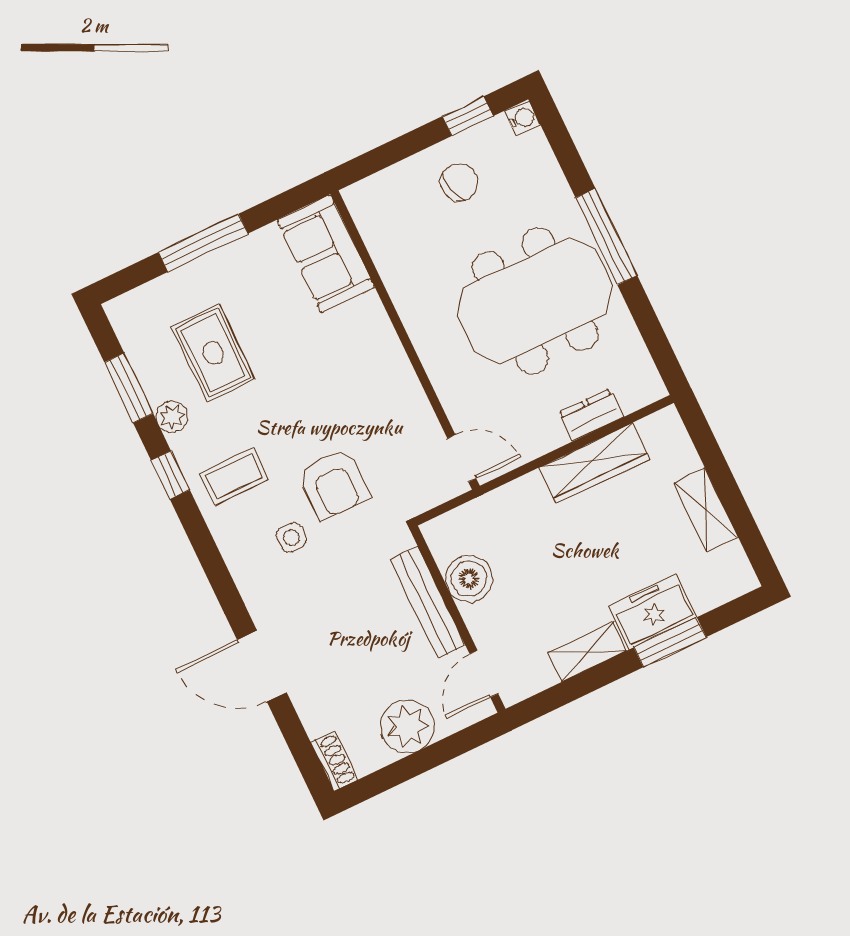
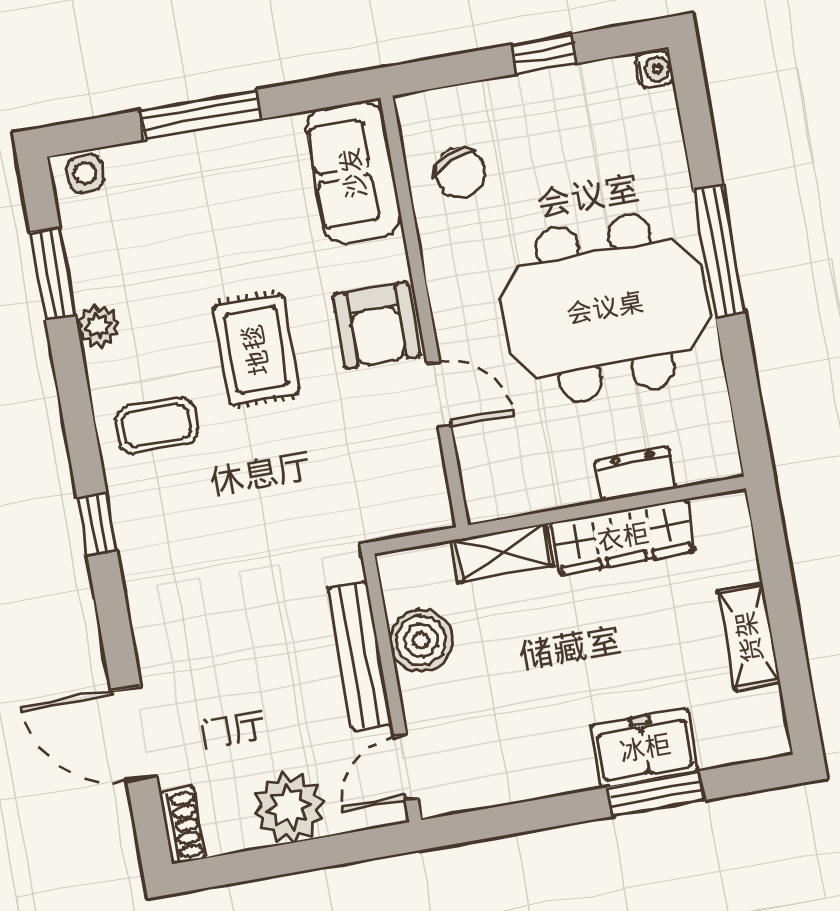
window: (468, 116) -> (544, 54), moved
chair: (459, 182) -> (460, 173), moved, turned 80
rug: (213, 353) -> (256, 350), moved
door: (462, 458) -> (439, 395), moved
window: (170, 475) -> (97, 525), moved
armchair: (333, 484) -> (376, 326), moved
side table: (291, 537) -> (85, 173), moved
shelving: (587, 652) -> (503, 553), moved
door: (262, 666) -> (134, 734), moved

